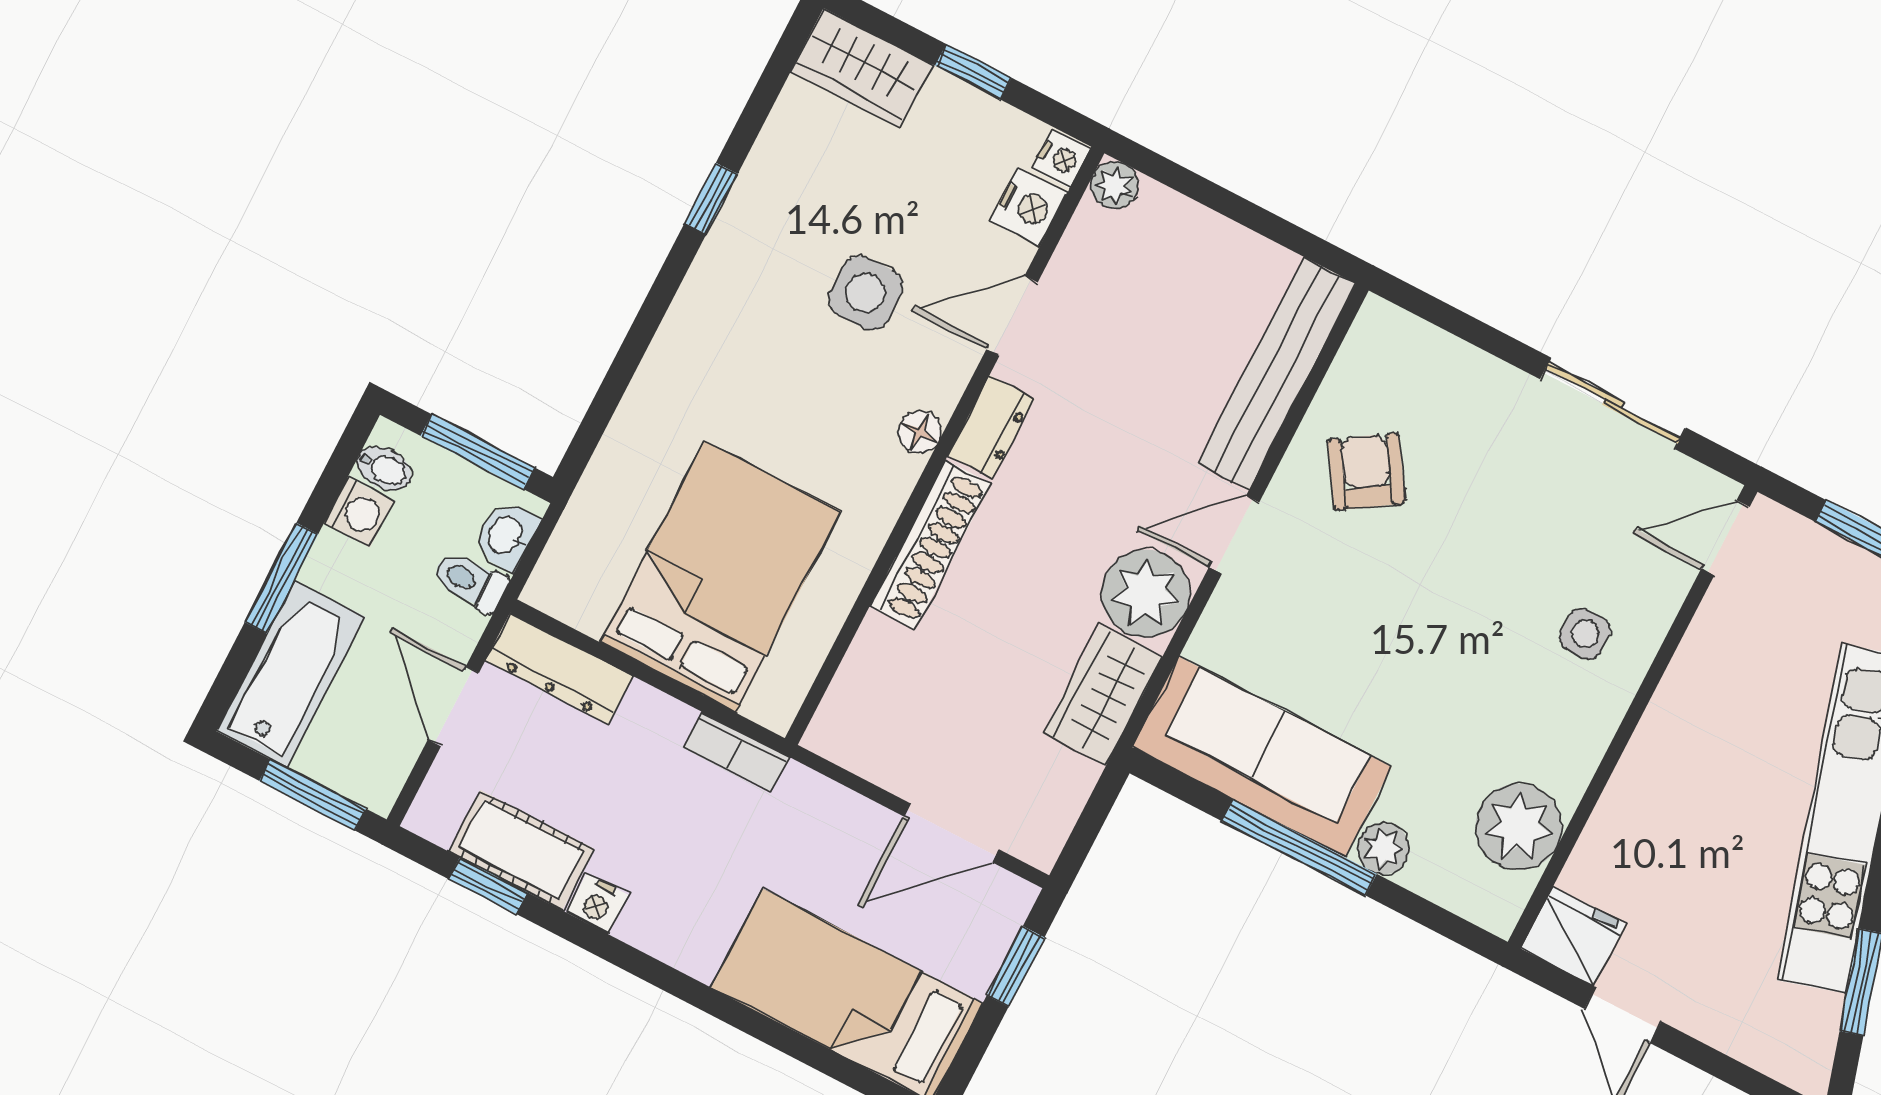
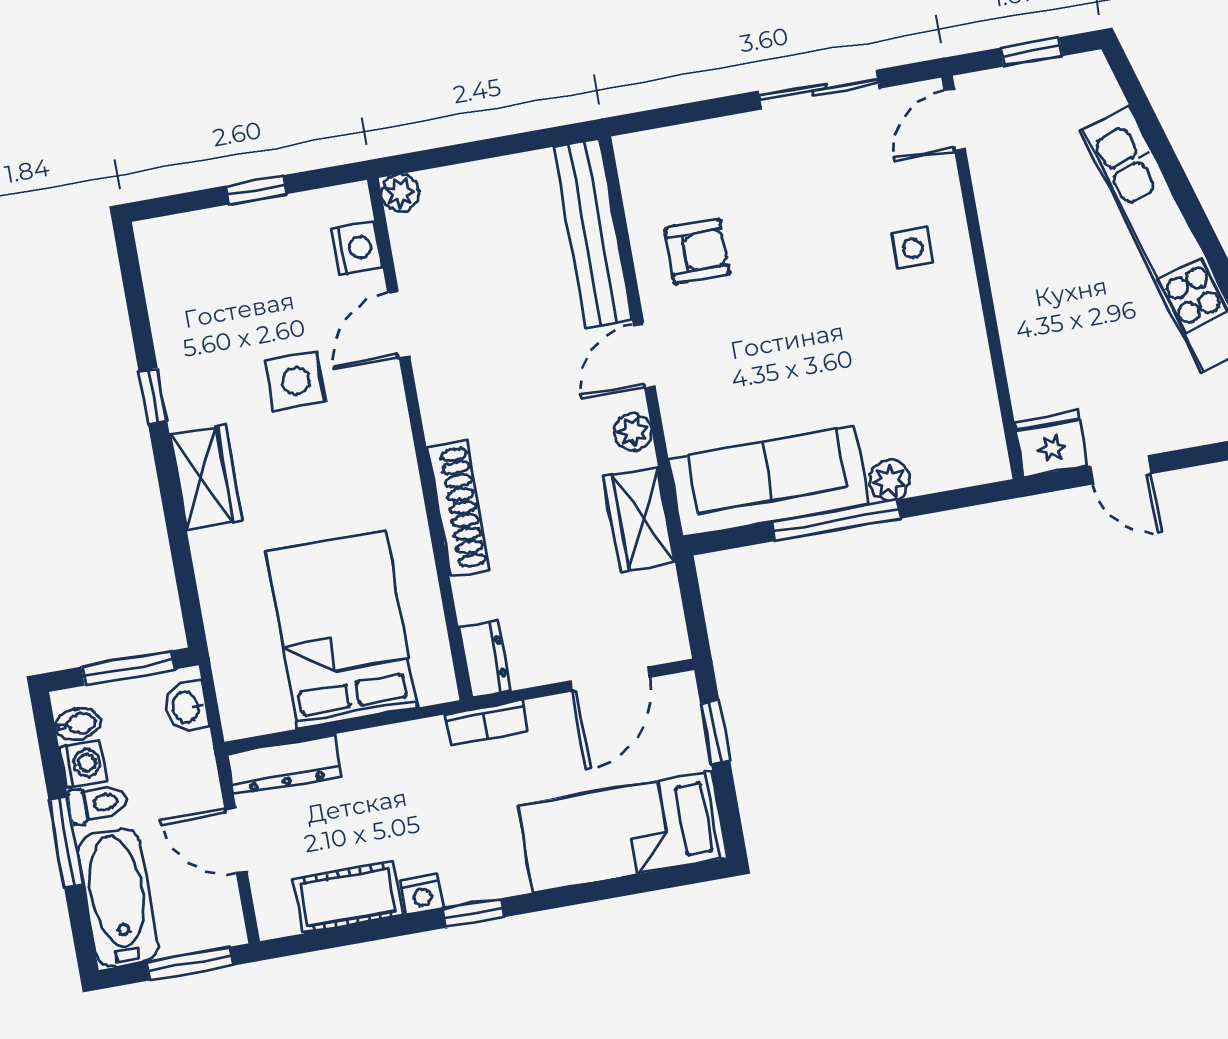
wardrobe: (862, 68) -> (206, 478), moved, turned -90
nightstand: (1061, 159) -> (354, 202), removed
dresser: (991, 427) -> (485, 659), moved
floor lamp: (920, 432) -> (397, 442), removed
armchair: (1366, 471) -> (697, 251), turned 123
toilet: (470, 581) -> (98, 803), moved, turned 180
plant: (1146, 594) -> (633, 432), width x0.53, depth x0.53
bookcase: (736, 752) -> (486, 723), moved
plant: (1519, 827) -> (964, 401), removed
window: (488, 886) -> (473, 913), moved

